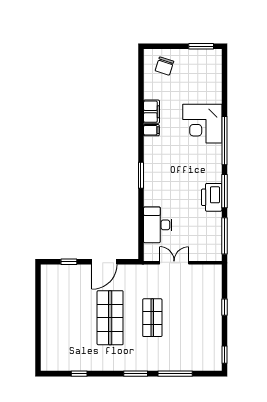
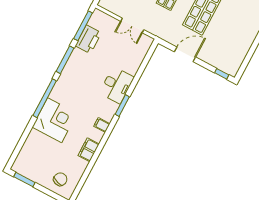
filing cabinet: (151, 130) -> (102, 125), moved
printer: (212, 197) -> (88, 39), moved
desk: (158, 225) -> (117, 85), moved
window: (69, 262) -> (222, 74), moved

